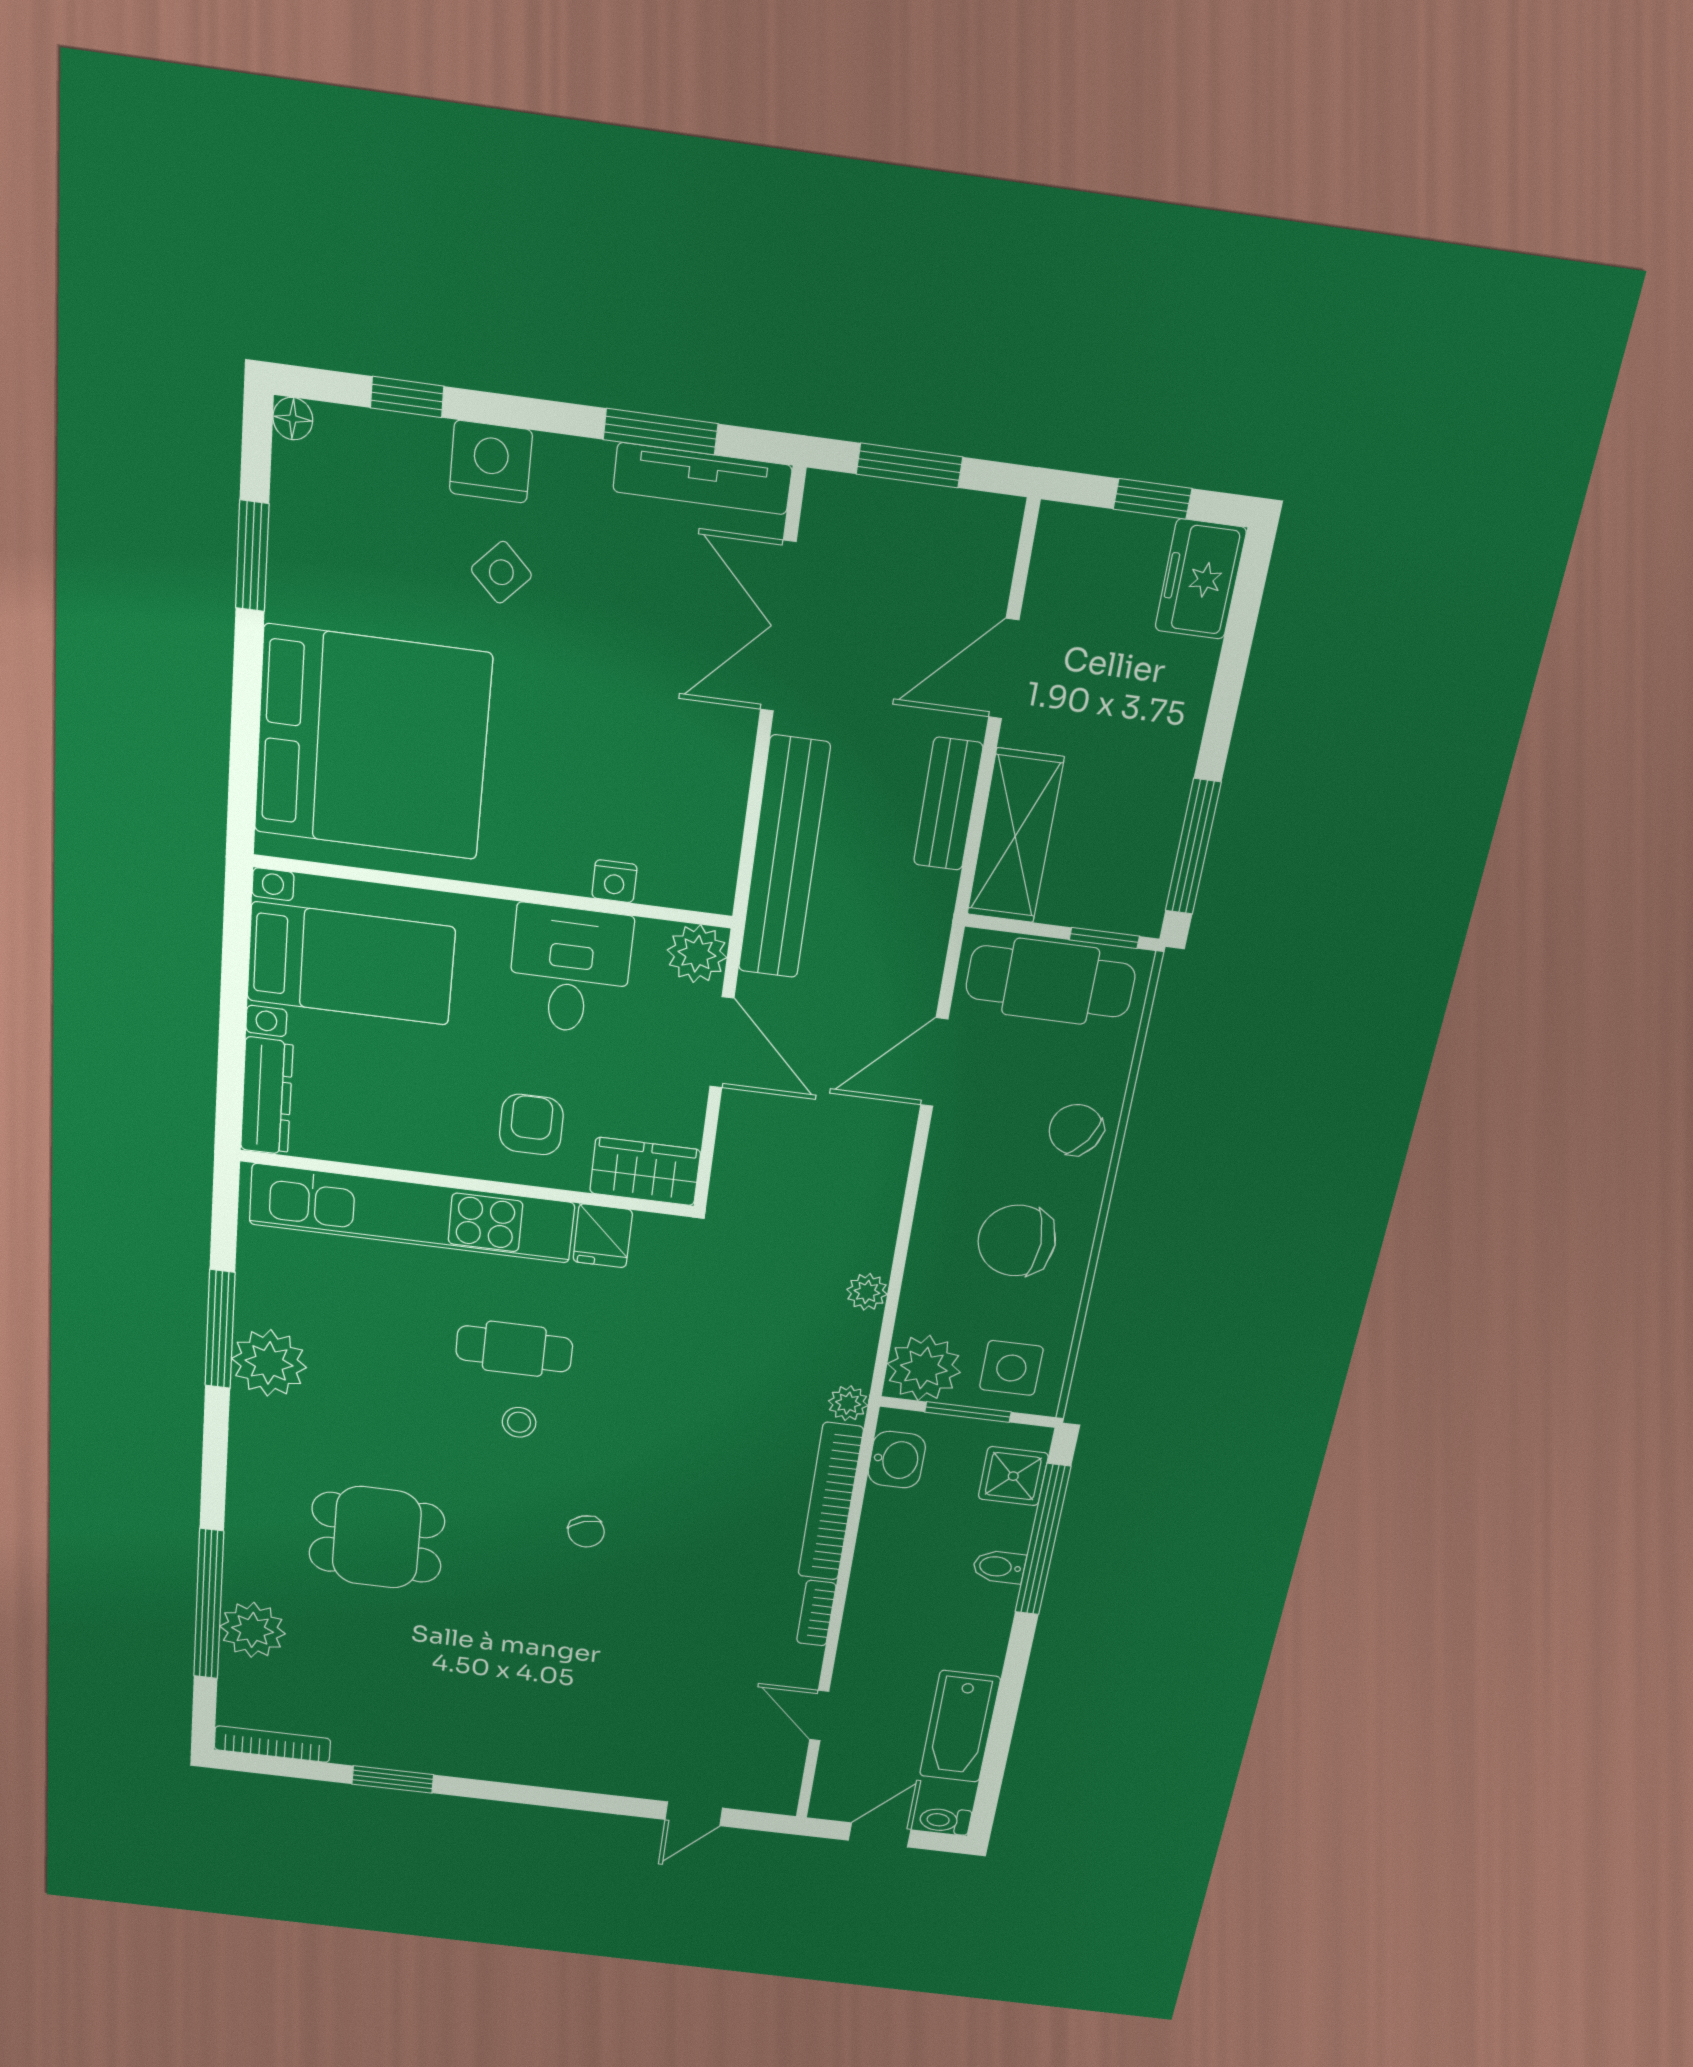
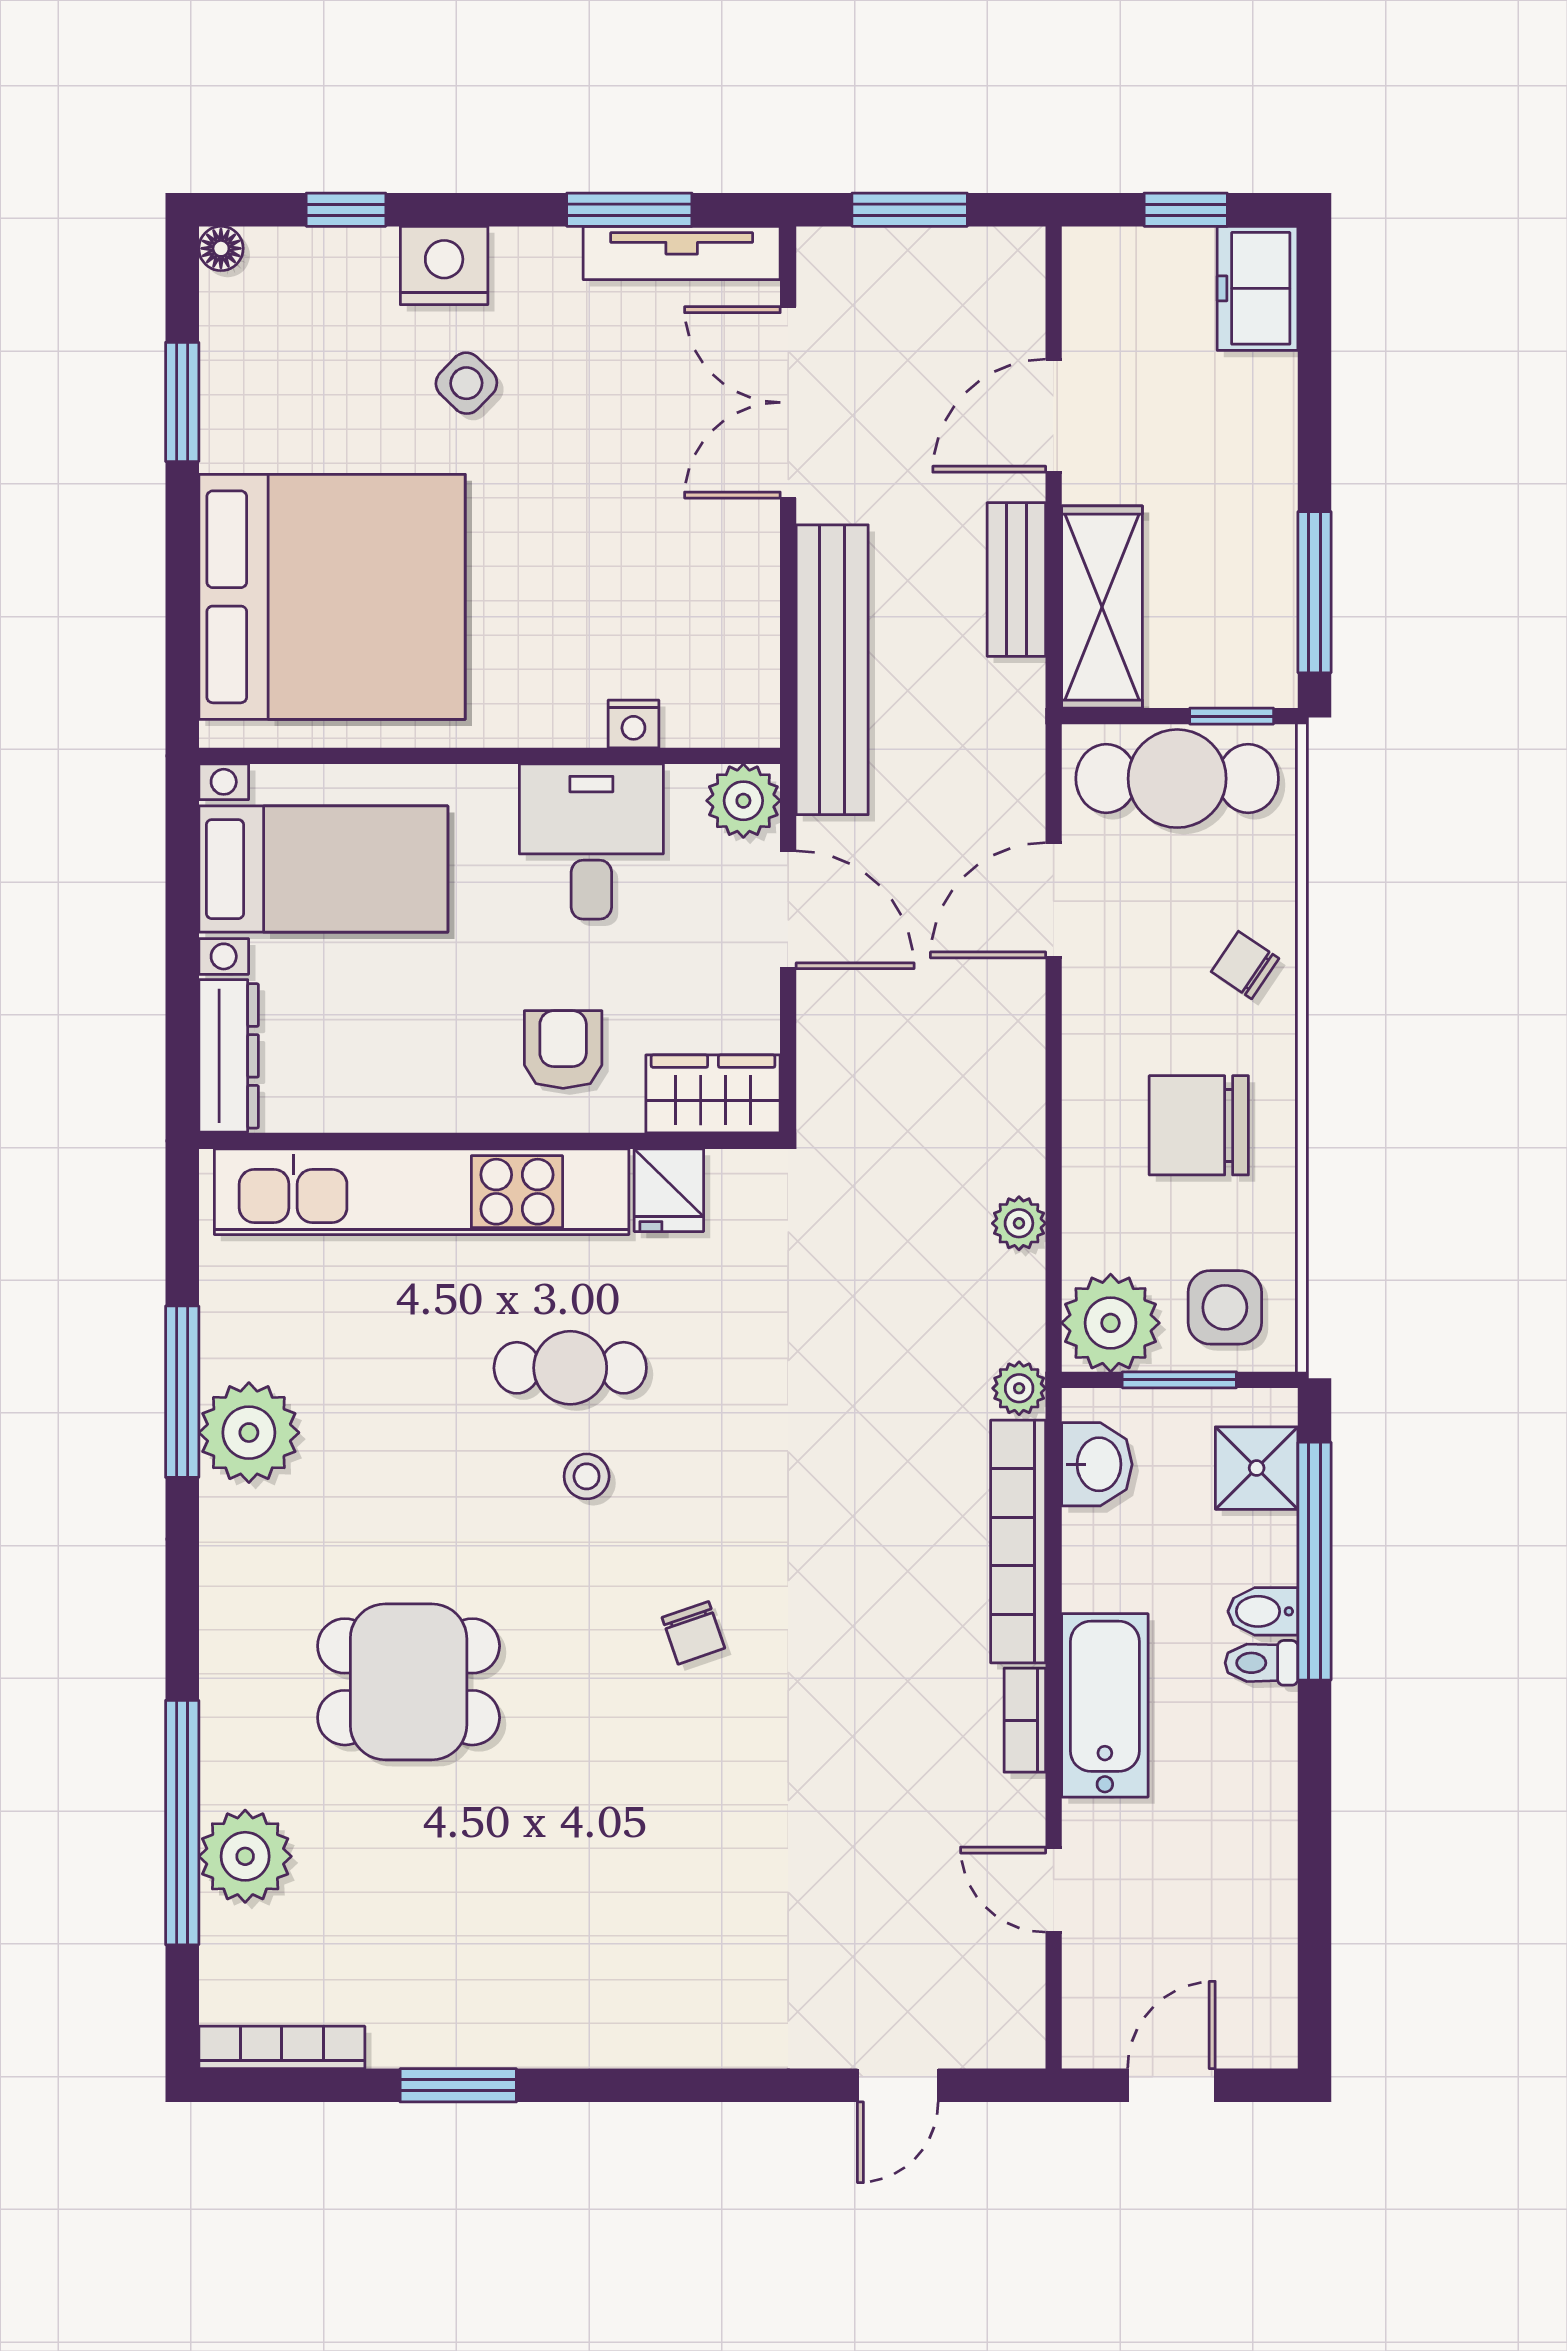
chair: (1076, 1130) -> (1245, 965), width x0.73, depth x0.73
bathtub: (960, 1727) -> (1105, 1705), moved, turned 180
toilet: (945, 1821) -> (1261, 1663), moved

